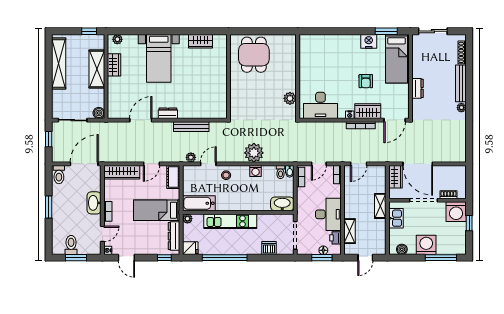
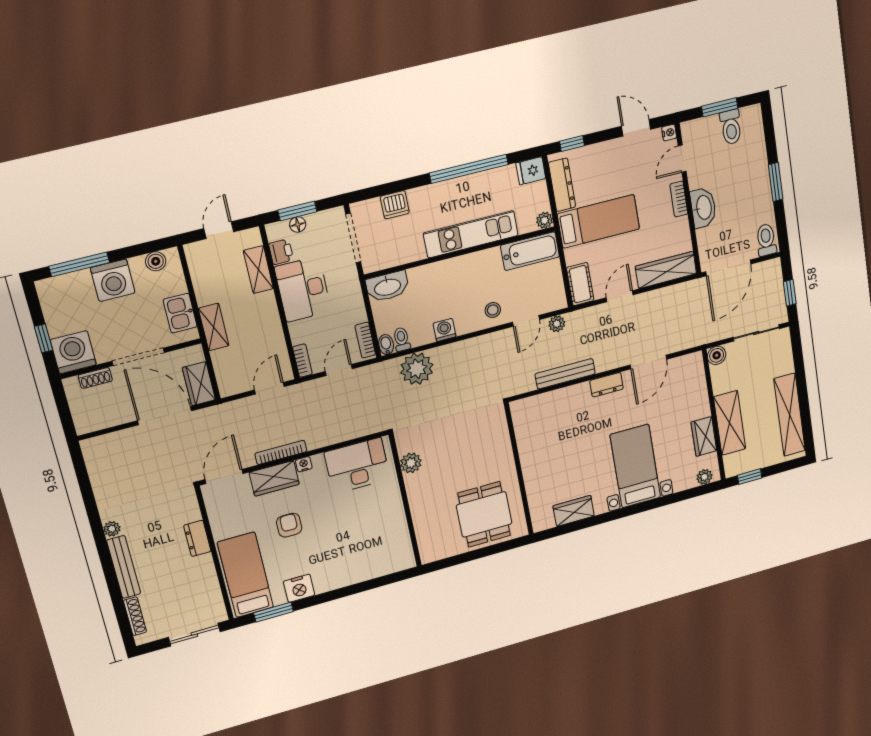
plant: (254, 153) -> (417, 369), moved

